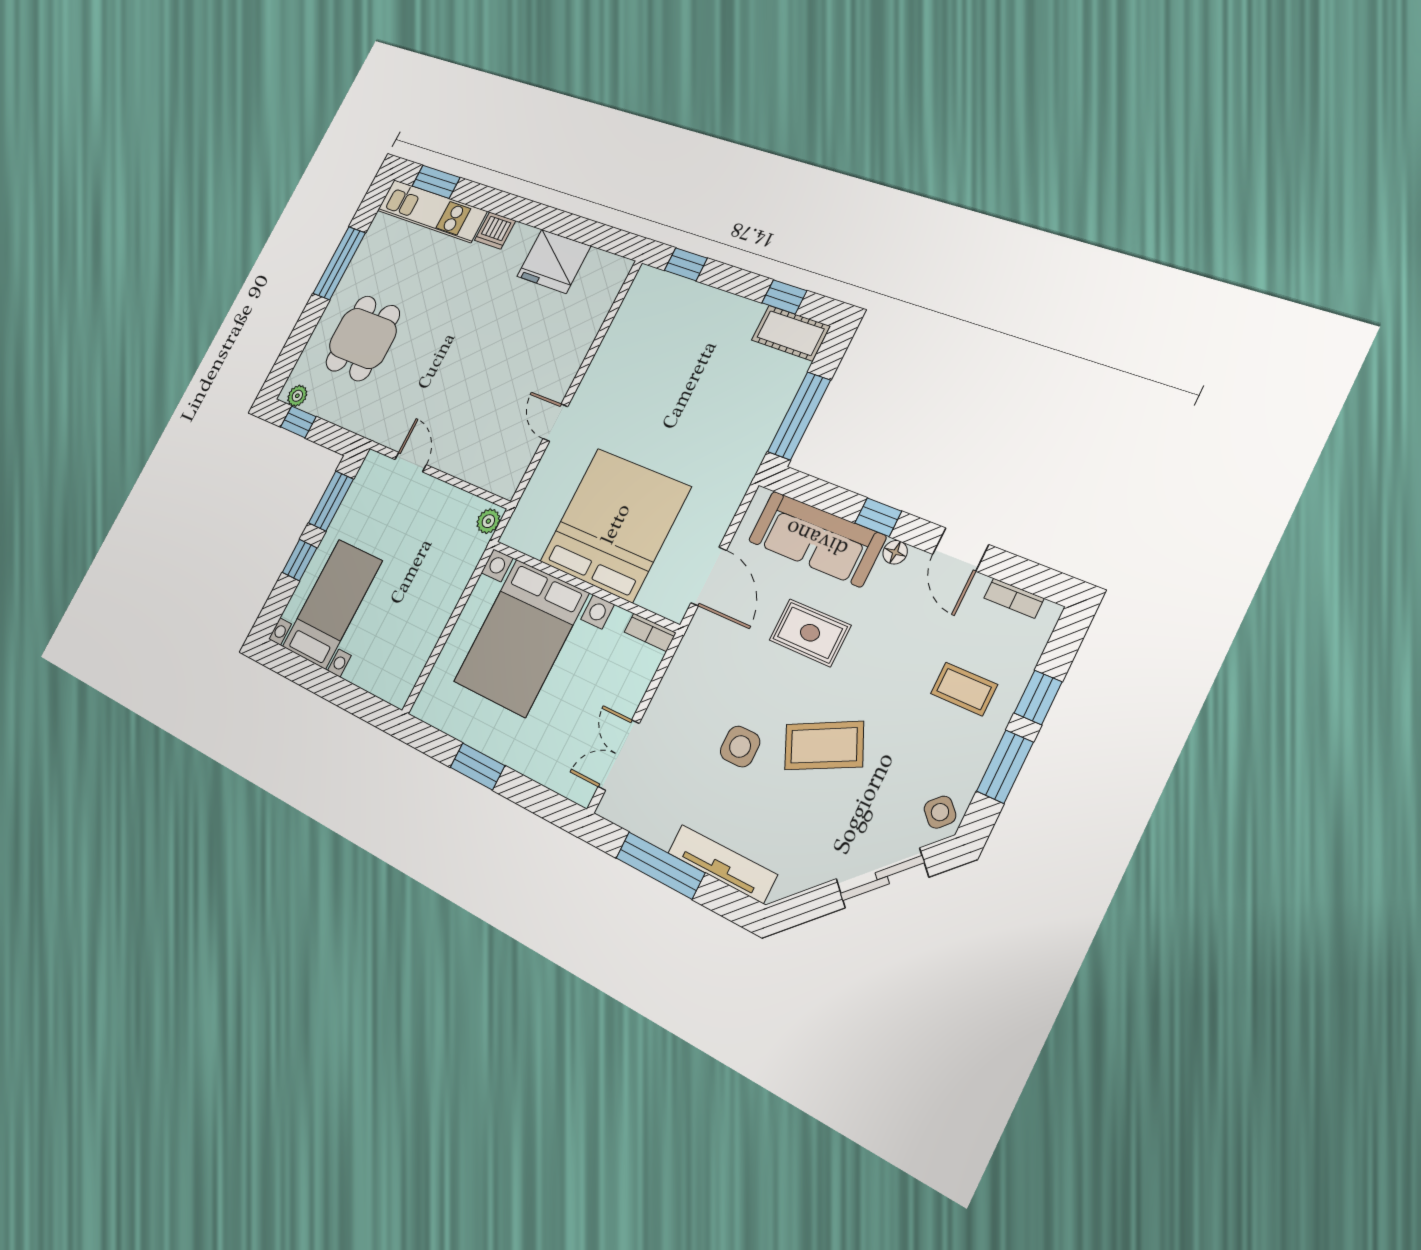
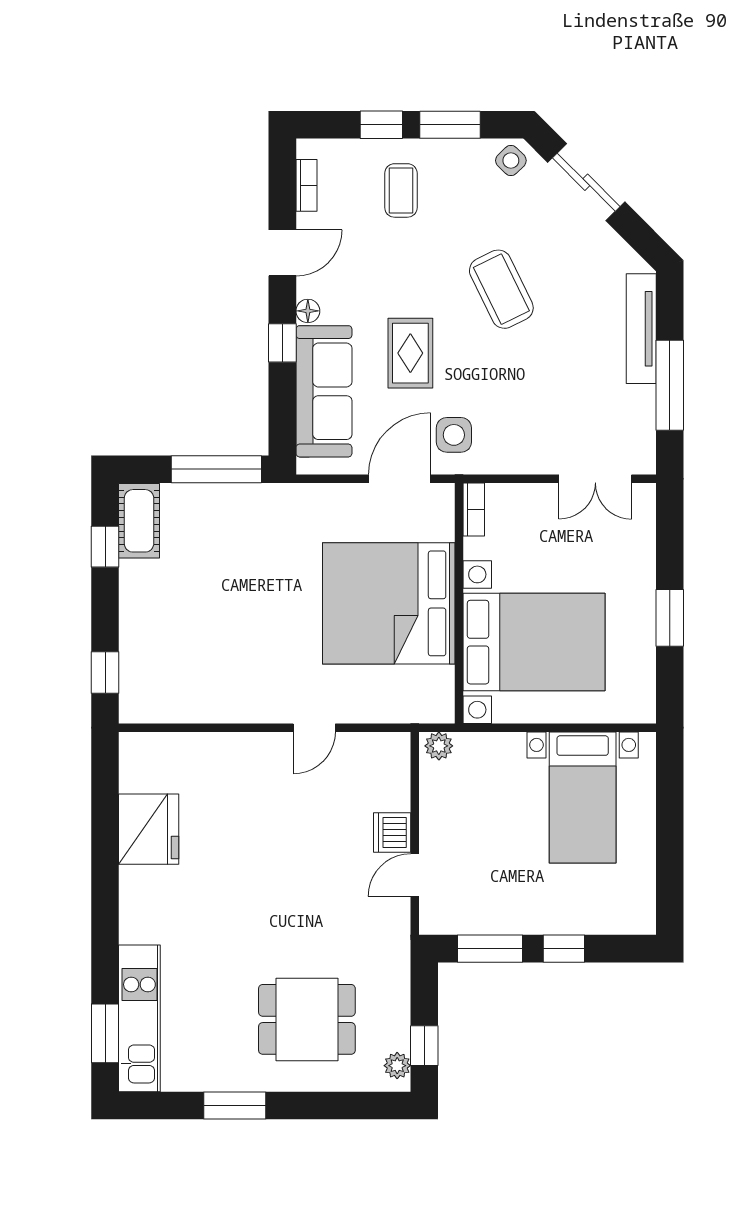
dishwasher: (495, 231) -> (392, 832), moved, turned 180
window: (339, 263) -> (235, 1105), width x0.69
bed with nightstands: (332, 604) -> (583, 797), moved, turned -90
side table: (740, 747) -> (454, 435), moved

